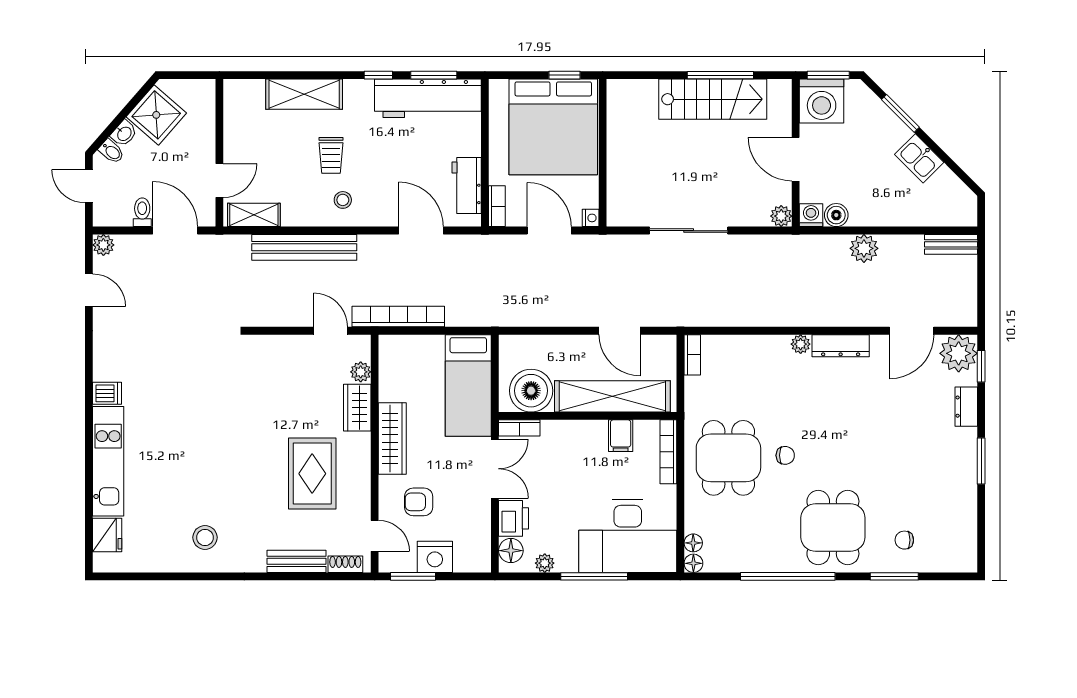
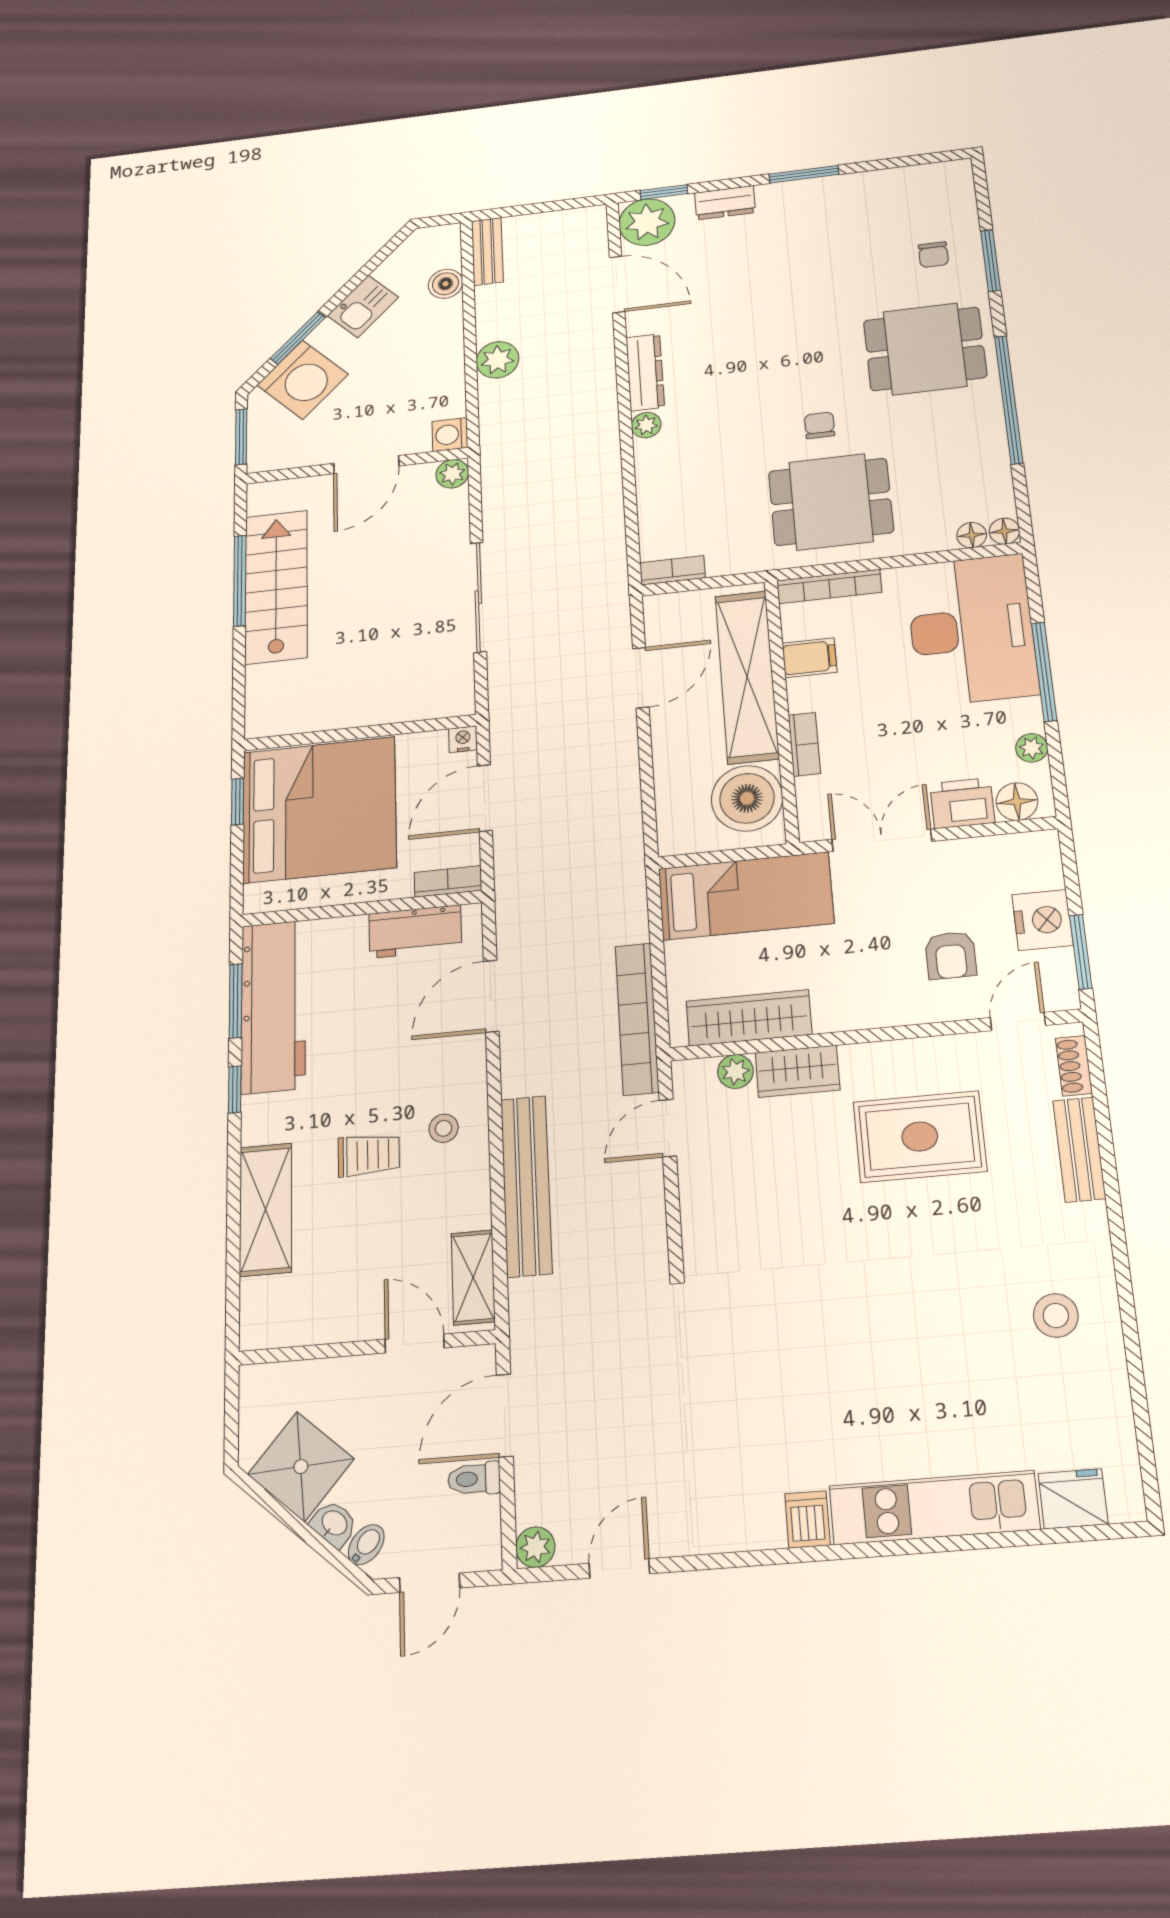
washing machine: (822, 101) -> (303, 380), moved, turned 45
boiler: (836, 215) -> (446, 284), moved
bookcase: (519, 428) -> (804, 744), moved
wardrobe: (392, 439) -> (749, 1018), moved

